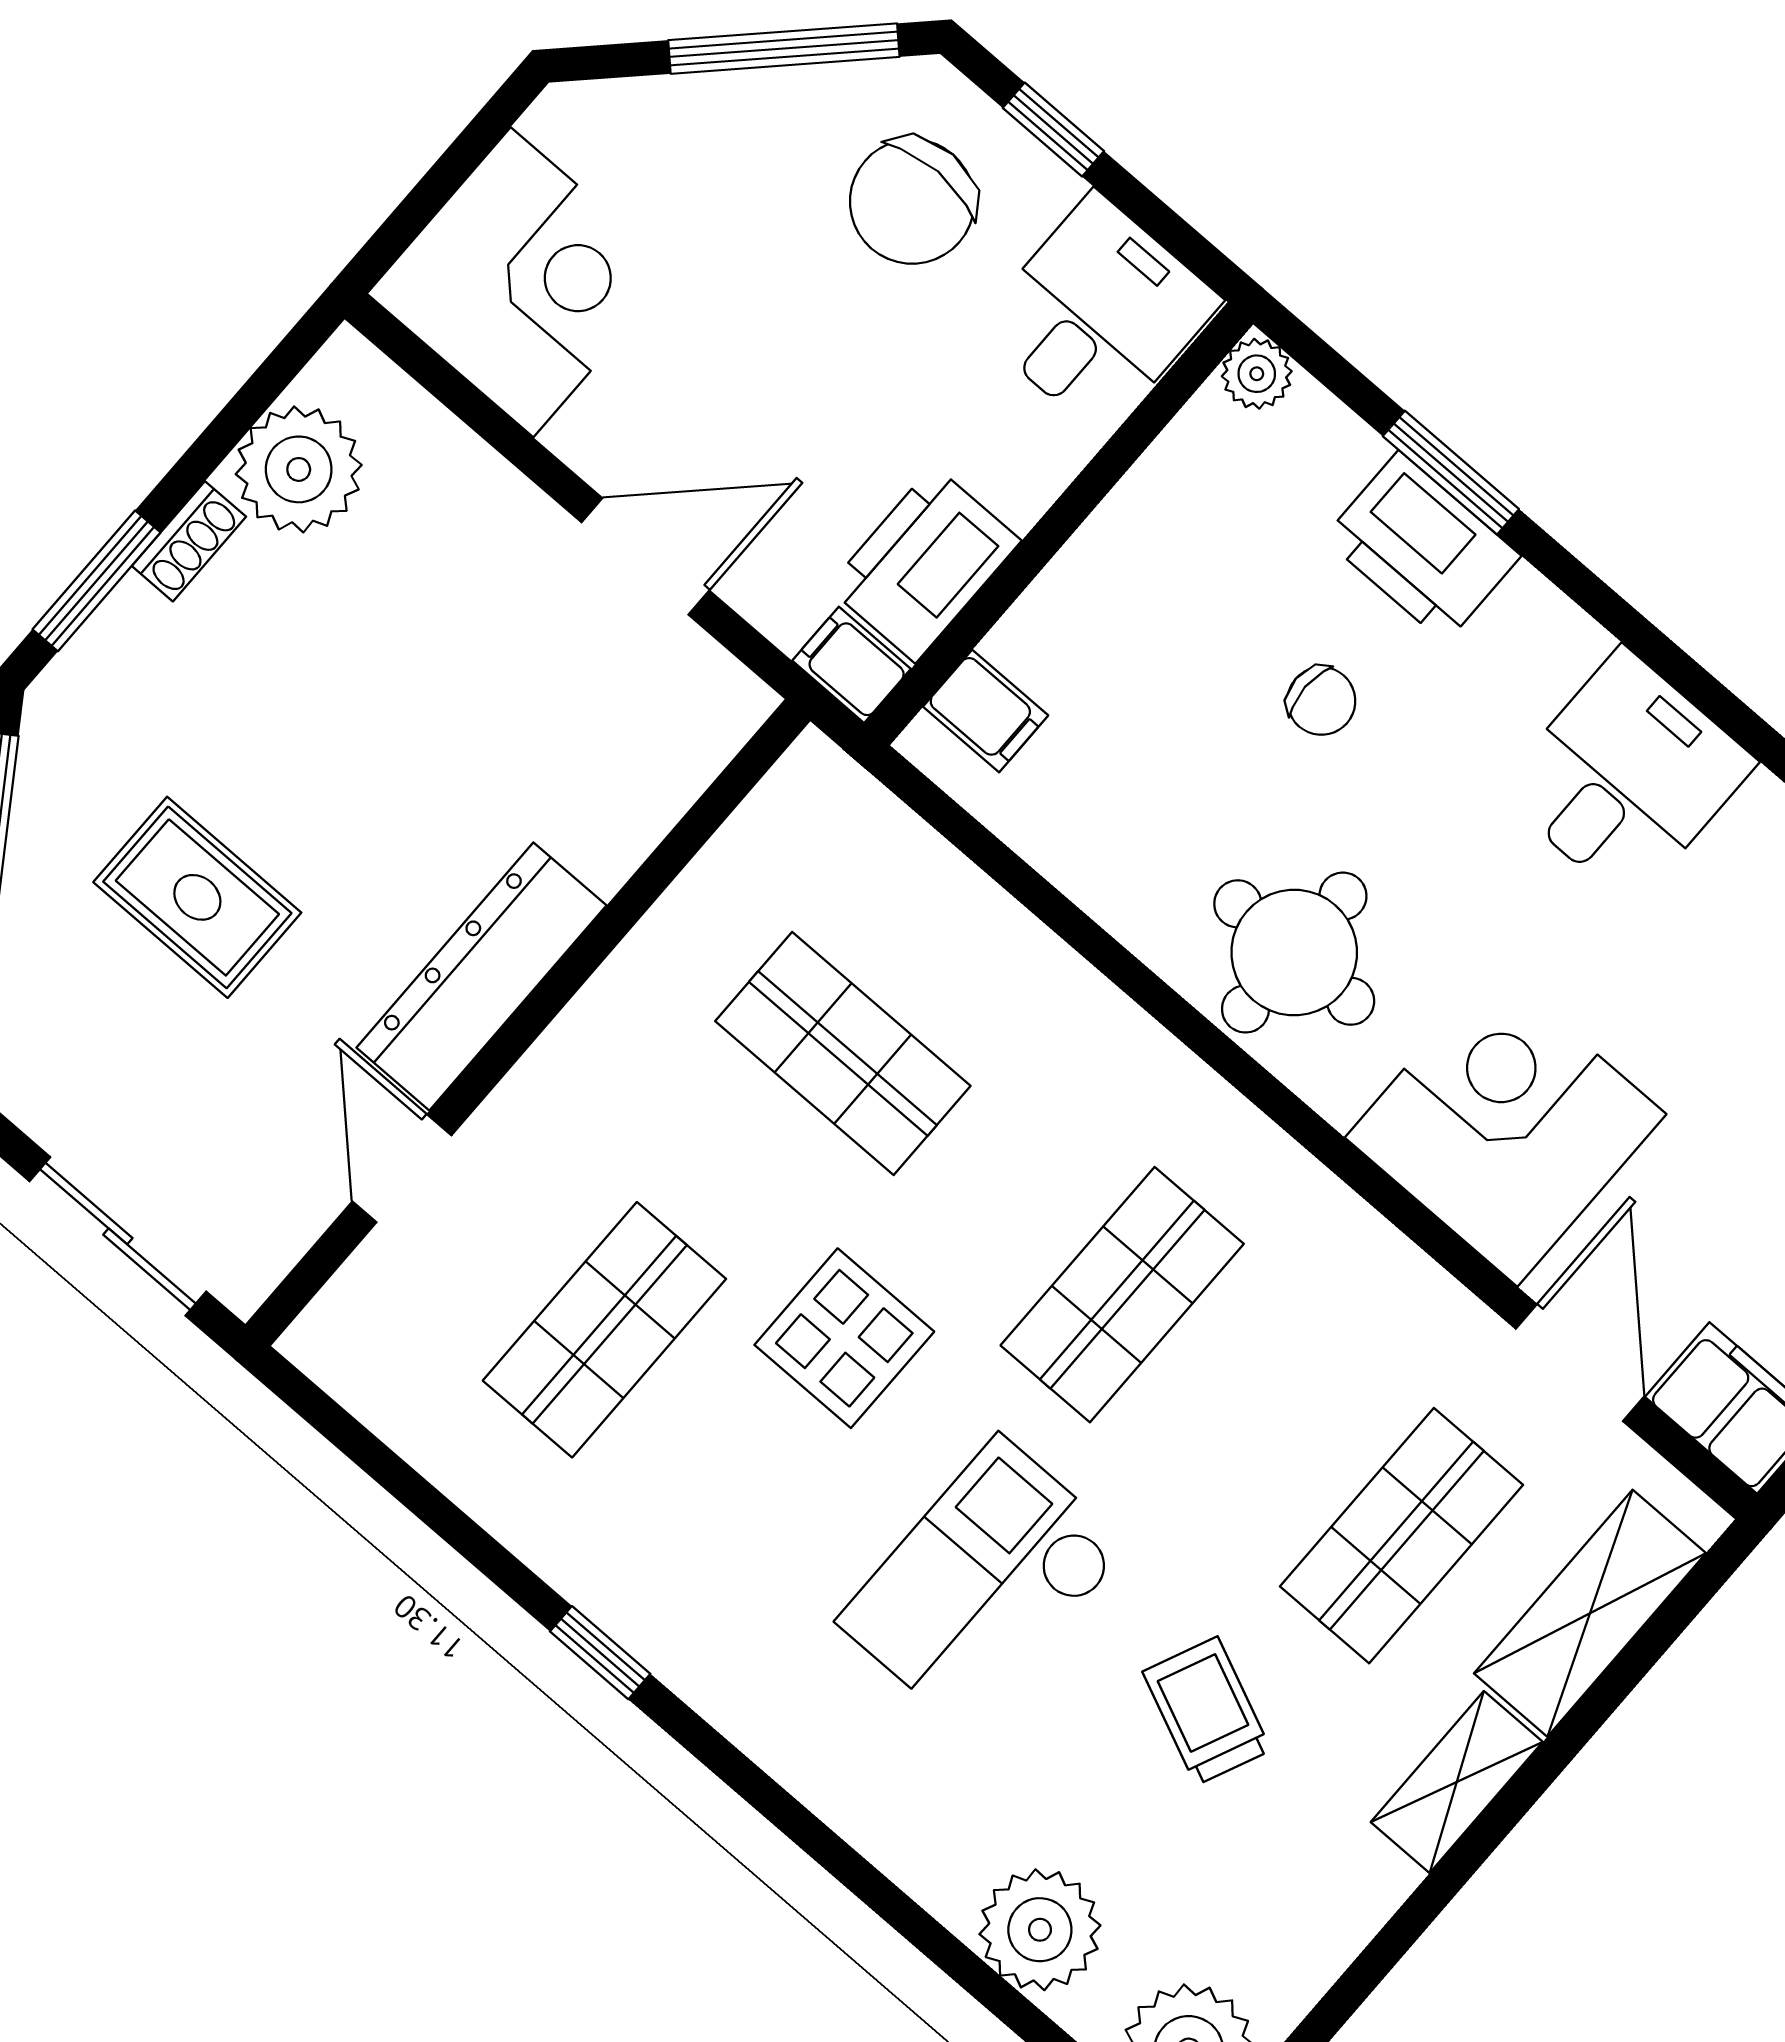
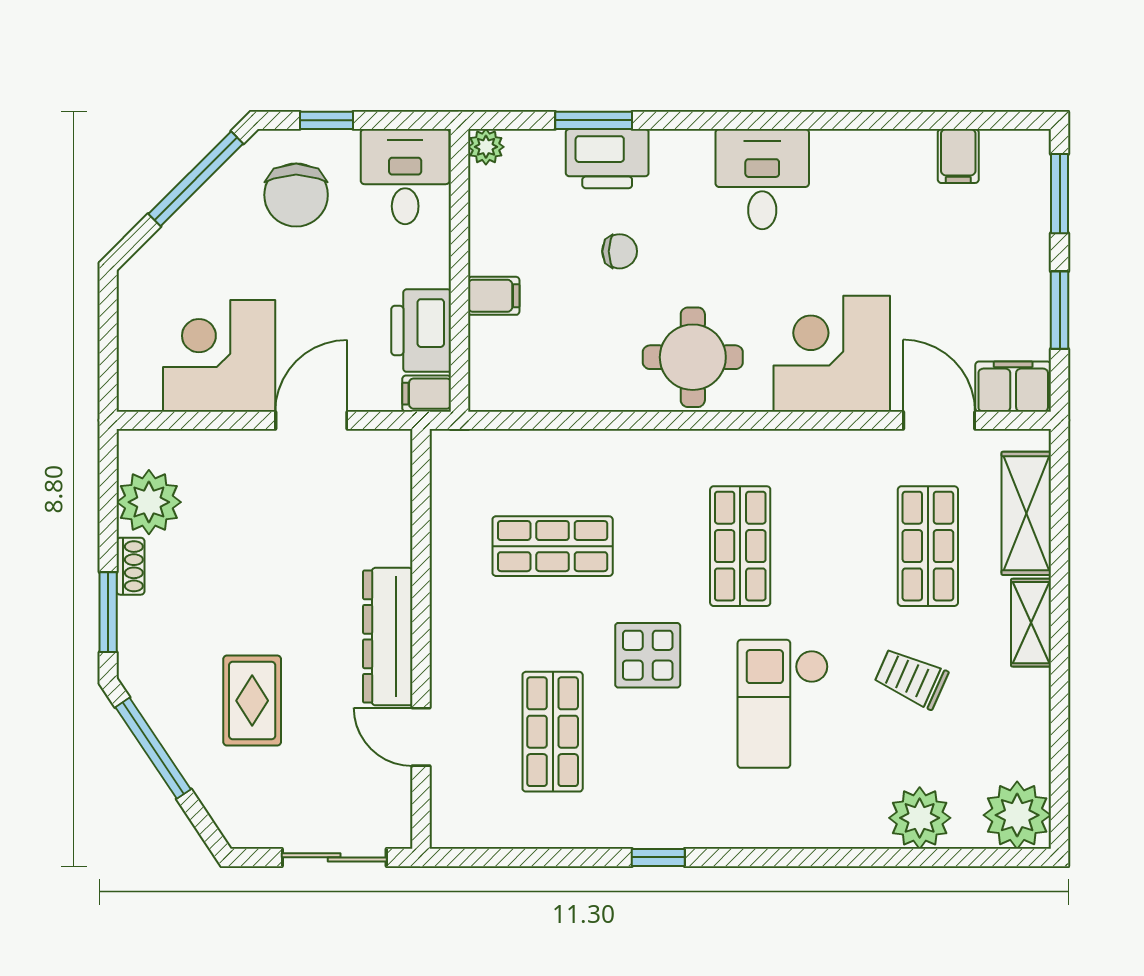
corner desk: (522, 282) -> (219, 356), moved, turned -90
filing cabinet: (986, 711) -> (494, 296), moved
rug: (197, 897) -> (252, 701), turned 90

